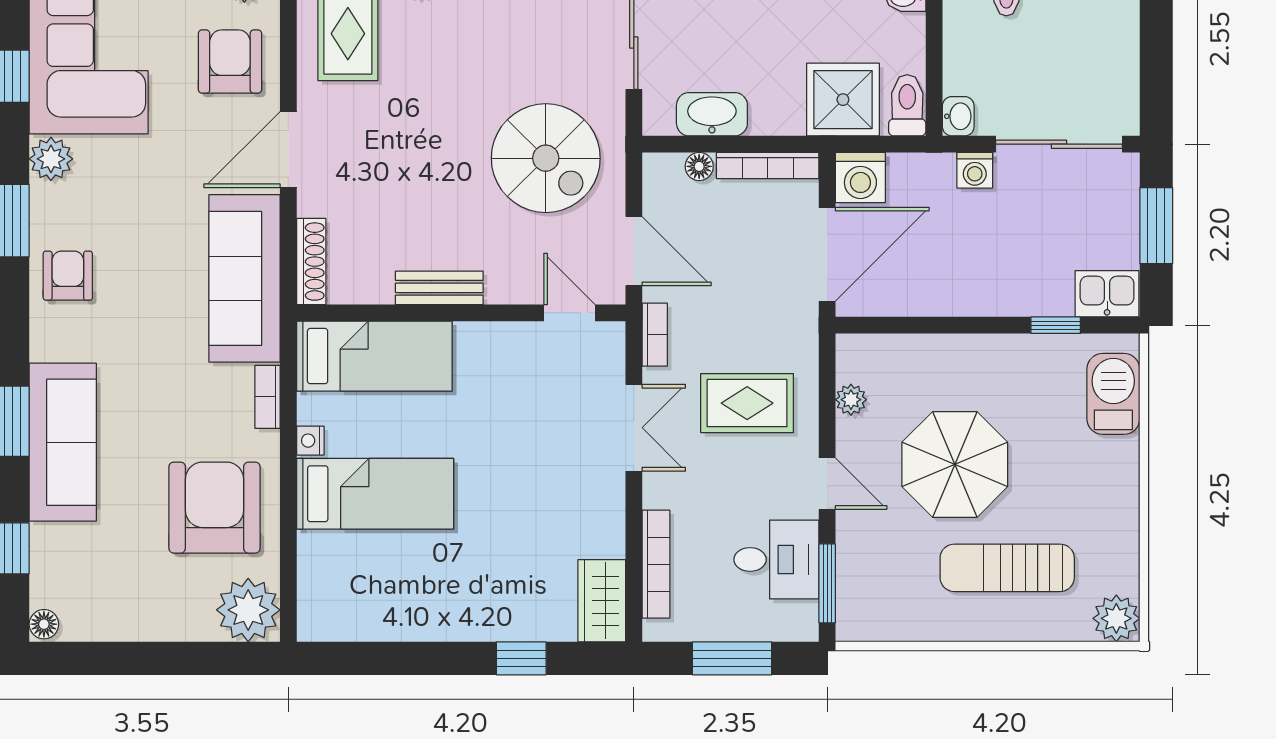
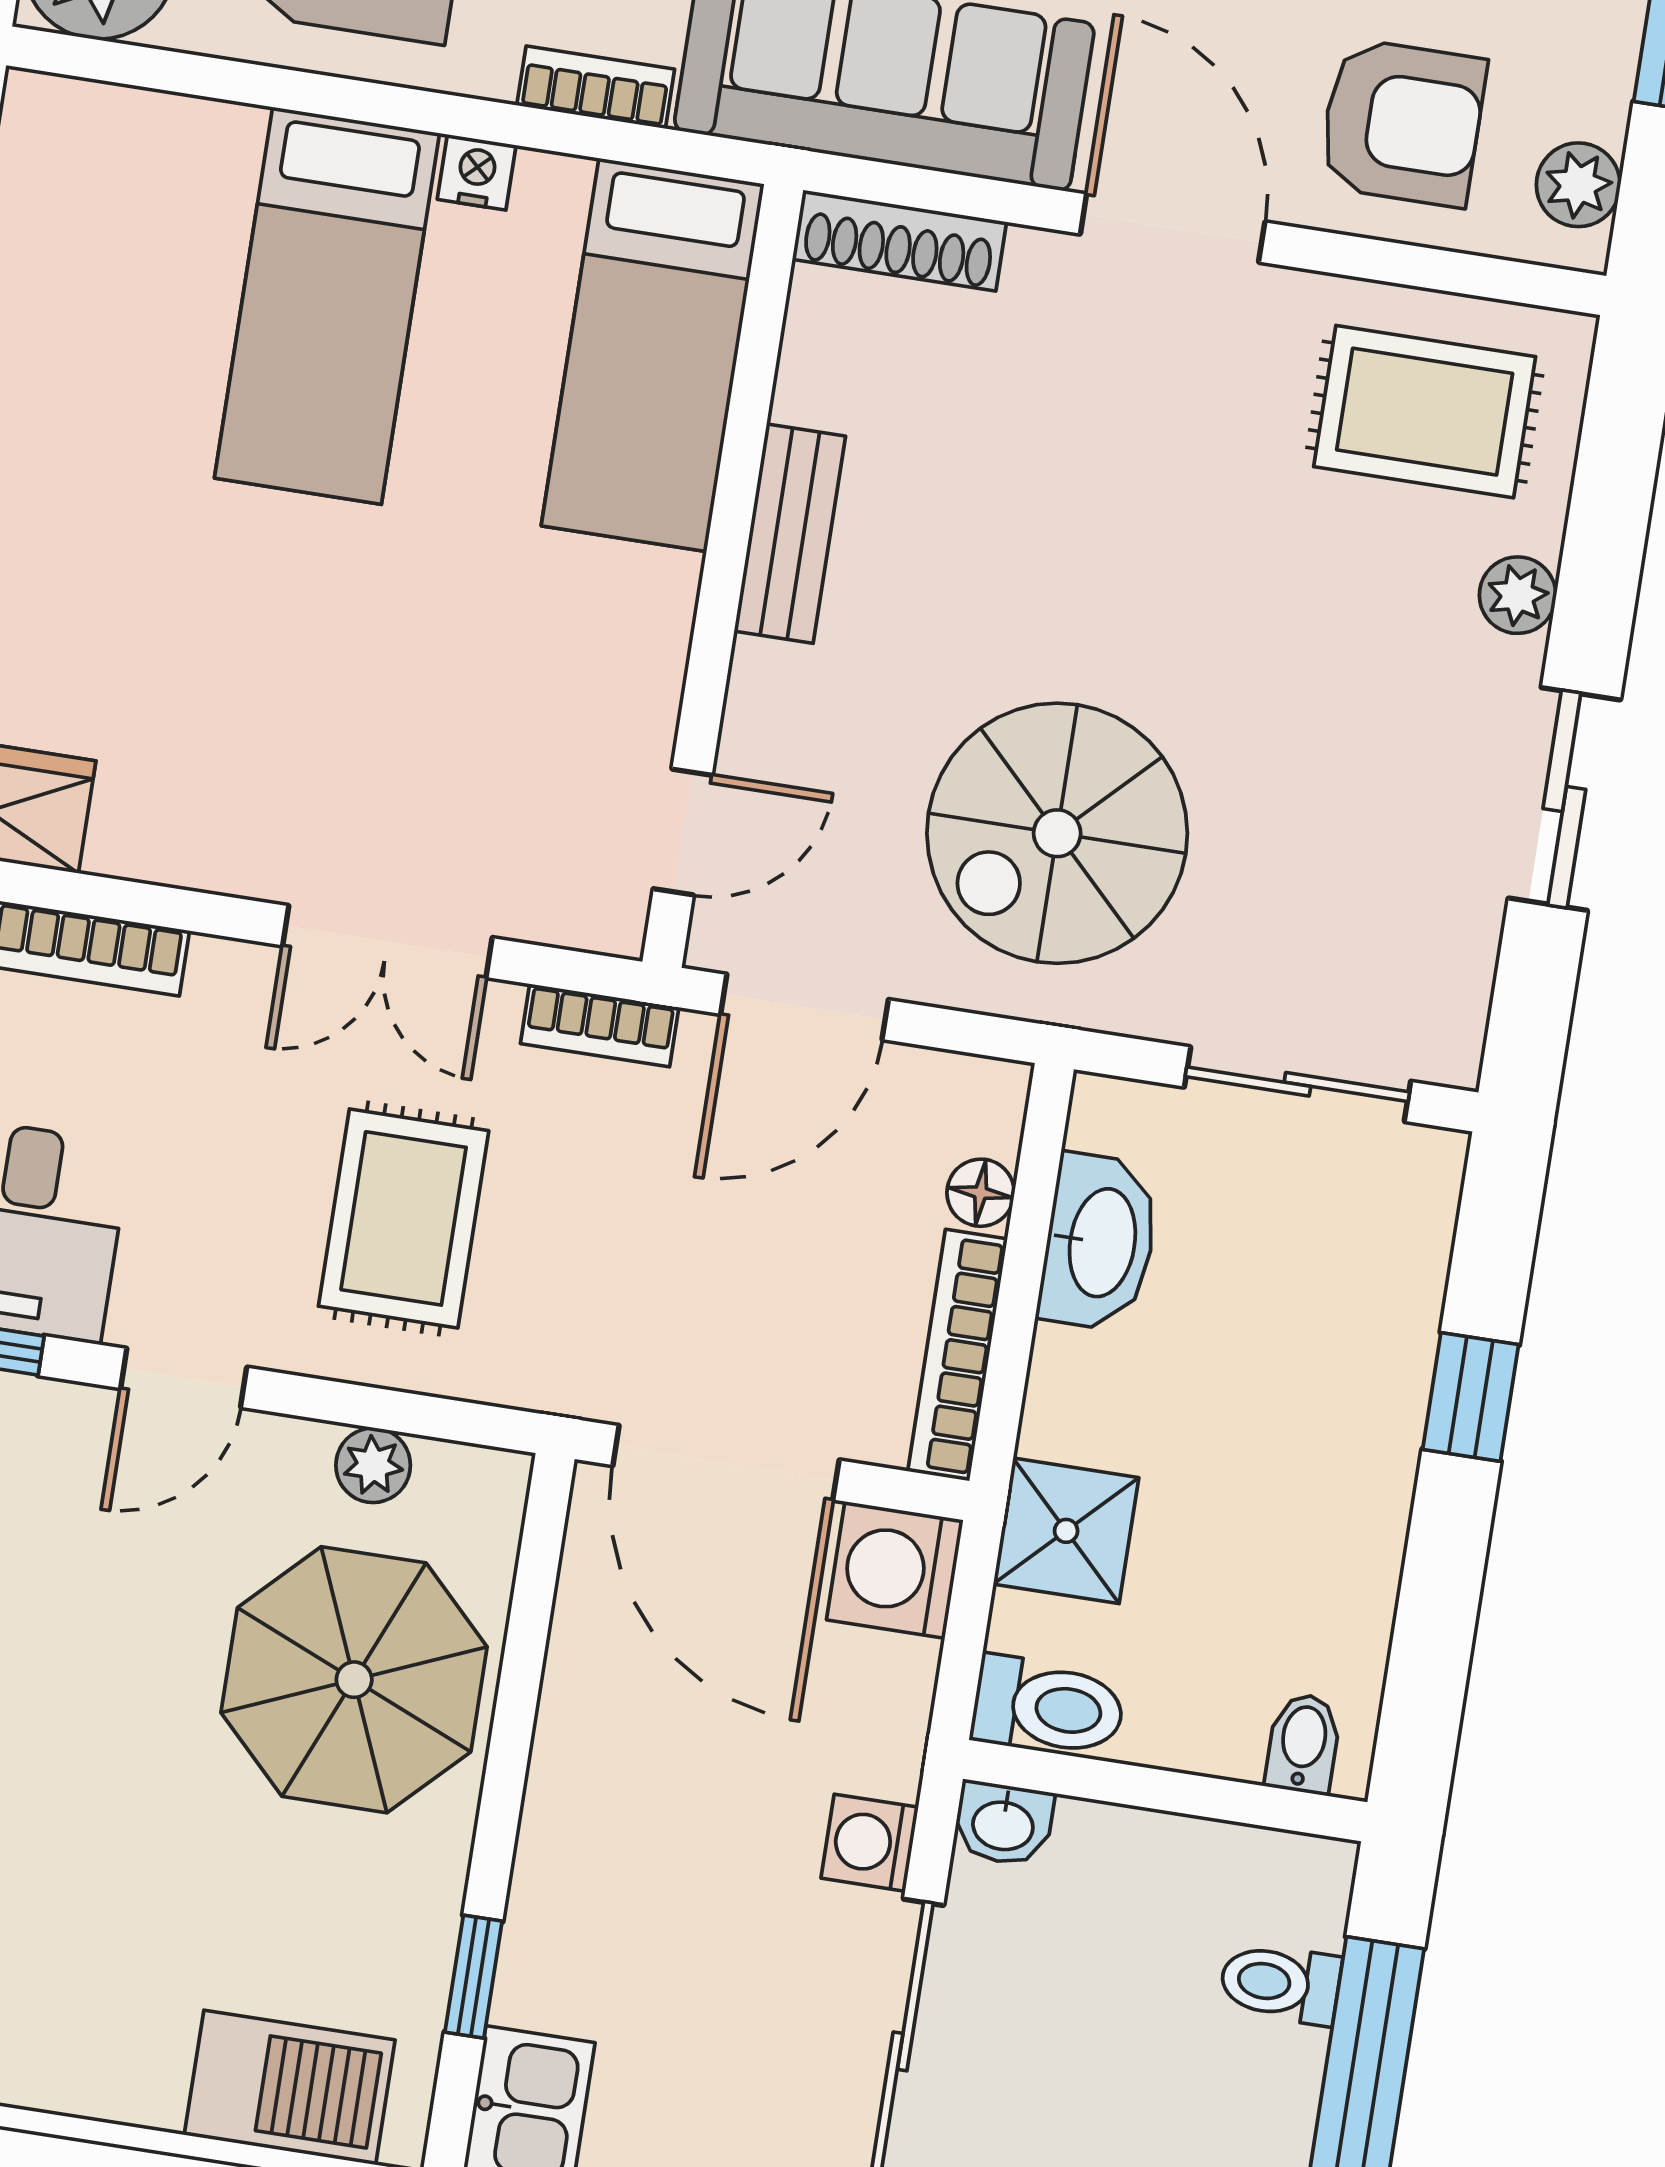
shower: (843, 100) -> (1066, 1531), width x0.73, depth x0.73
parasol: (955, 464) -> (354, 1680), moved

